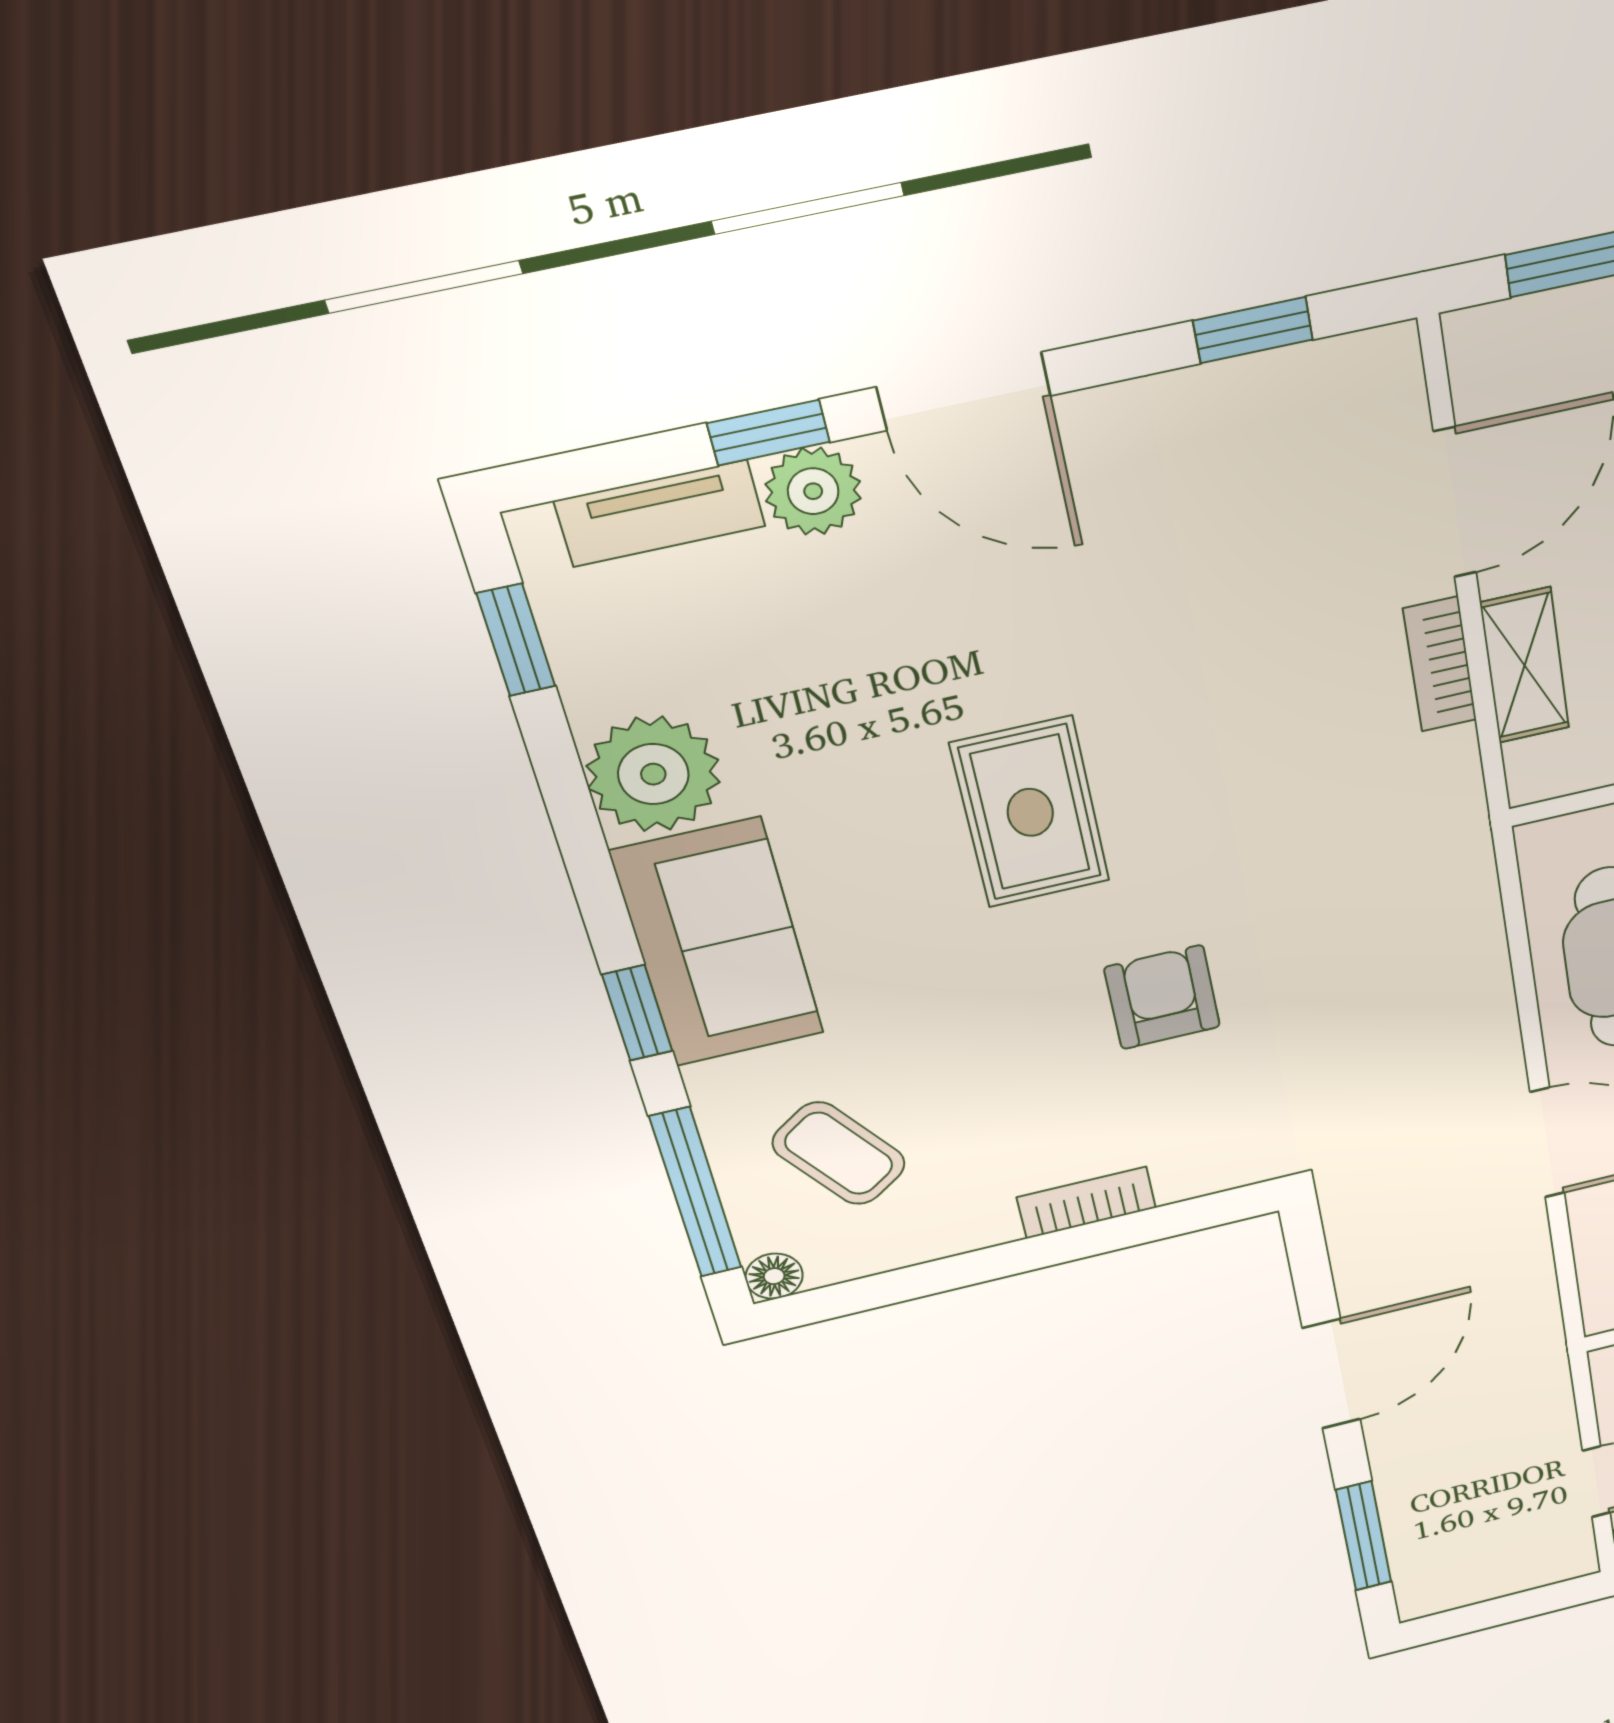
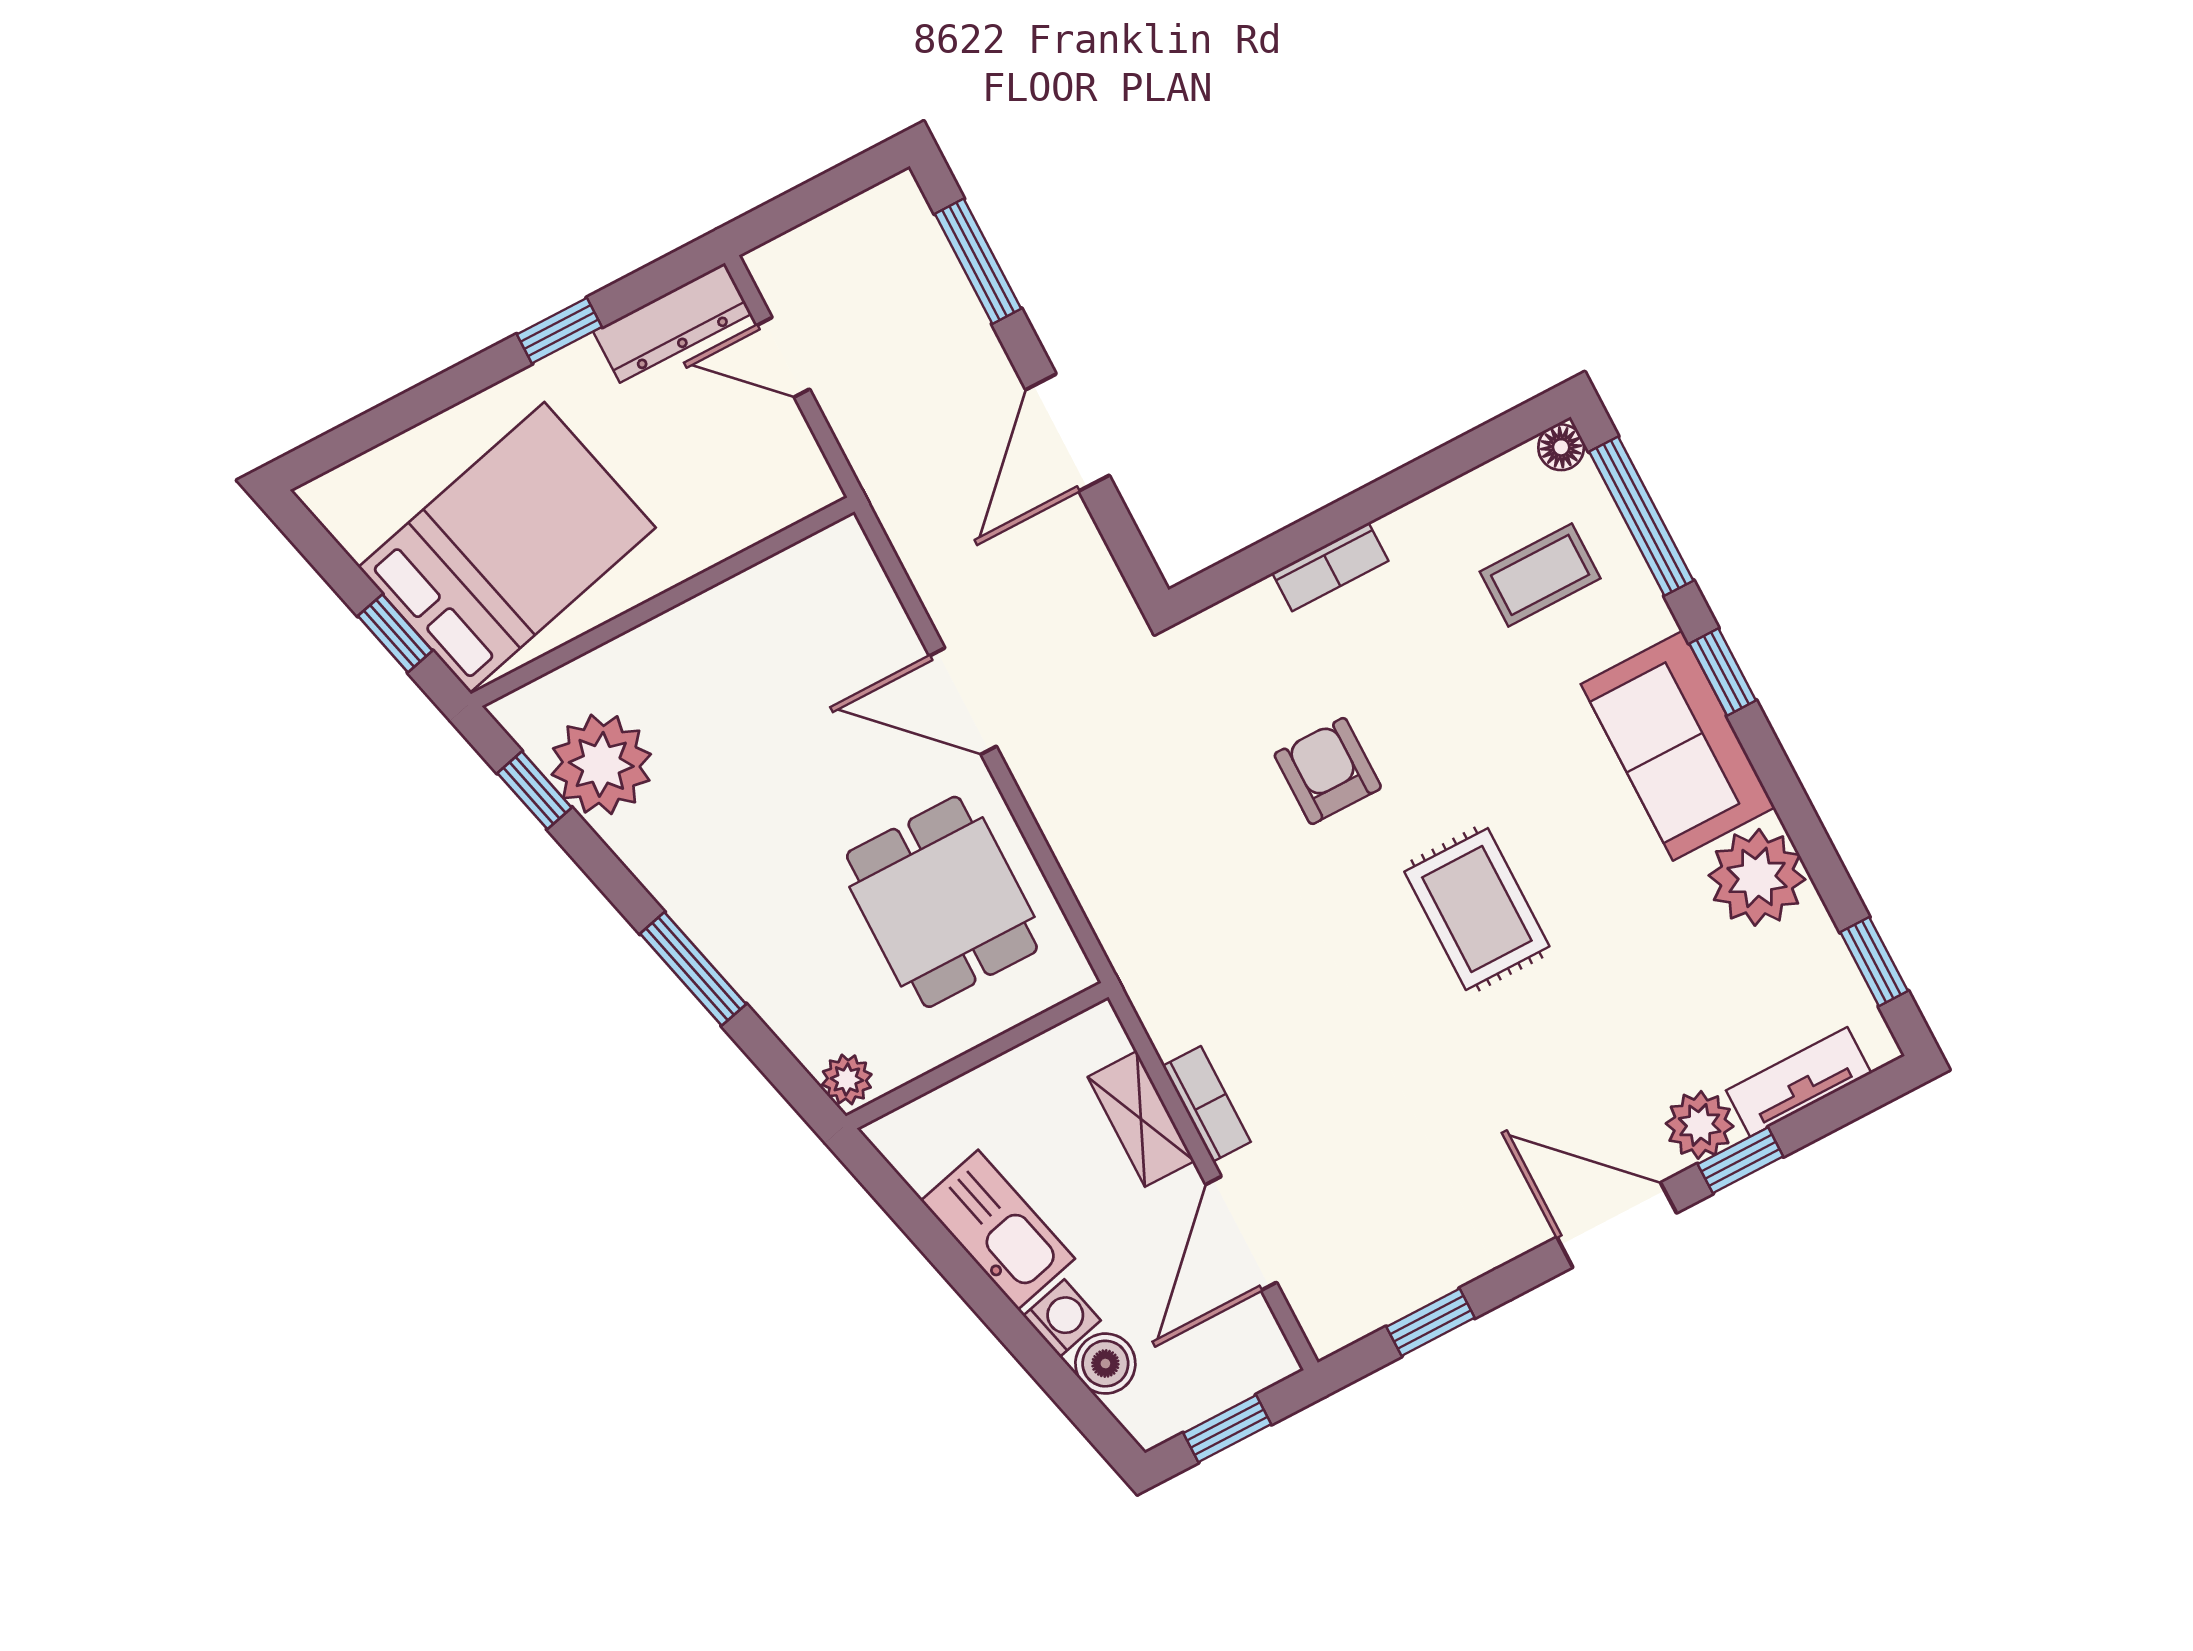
armchair: (1162, 997) -> (1328, 771), turned 180
coffee table: (839, 1153) -> (1540, 575), turned -55

